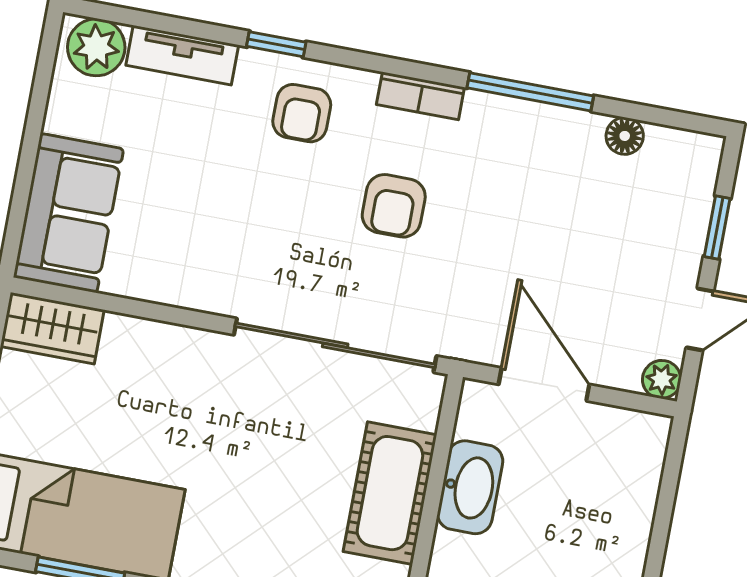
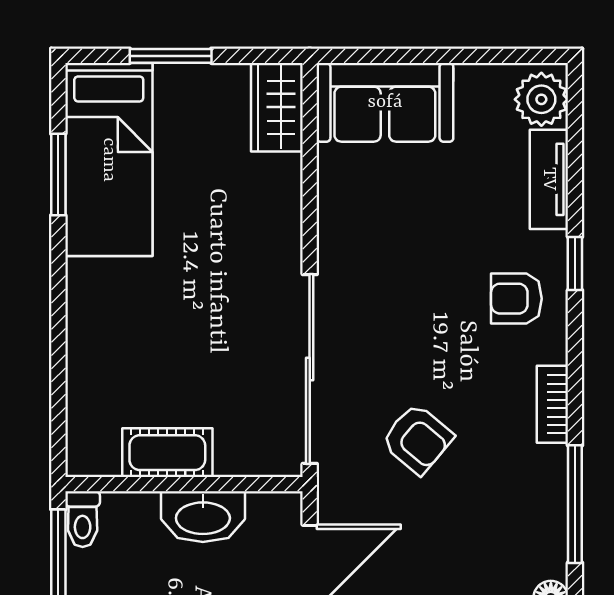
armchair: (394, 206) -> (417, 439), moved, turned -140
cot: (390, 493) -> (167, 453), width x0.73, depth x0.75

